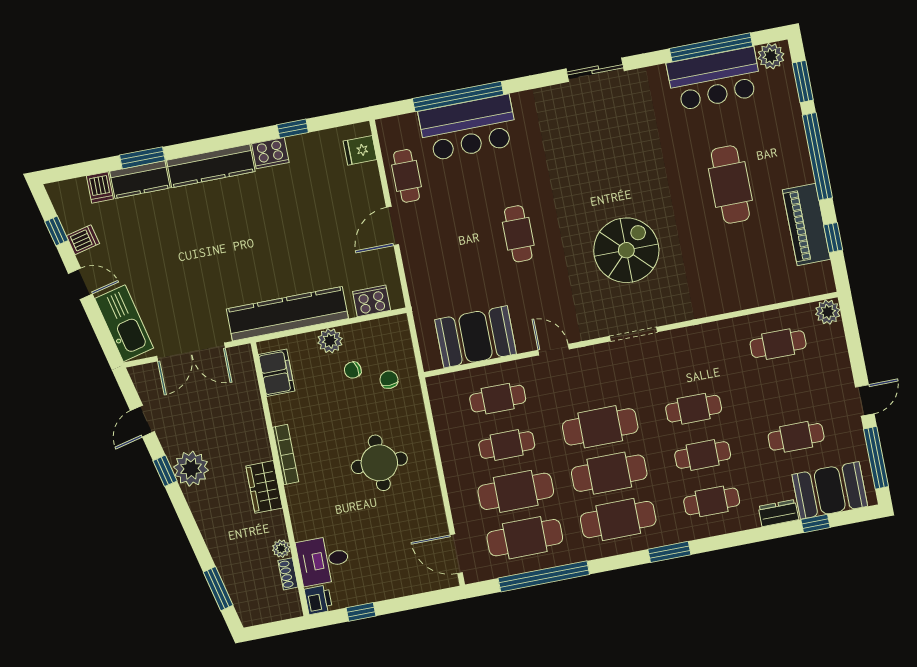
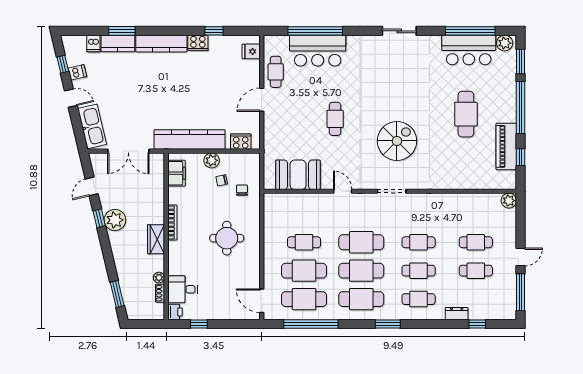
cafe table: (778, 344) -> (476, 242), moved
cafe table: (498, 399) -> (304, 214), removed
booth: (830, 490) -> (490, 306), removed

